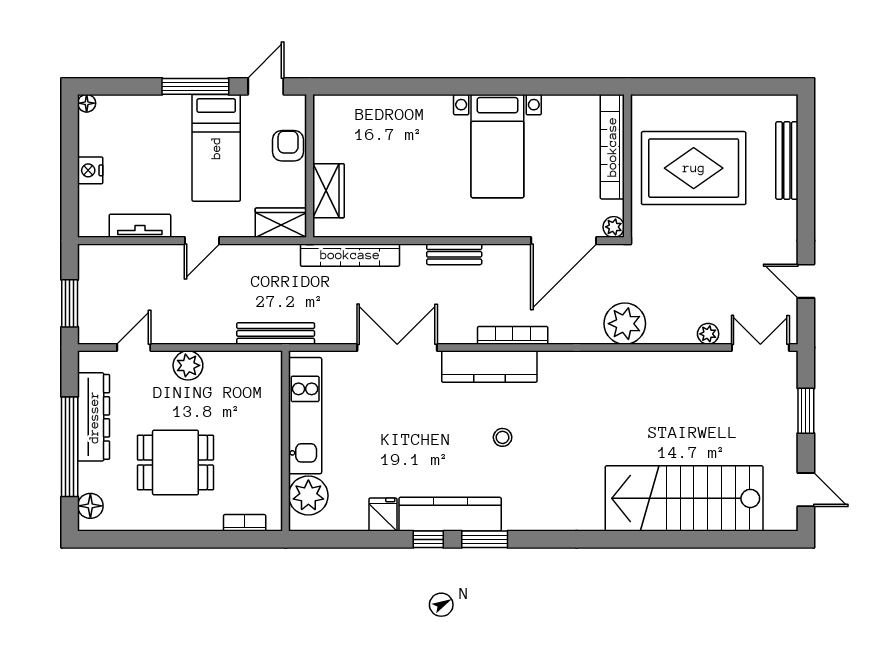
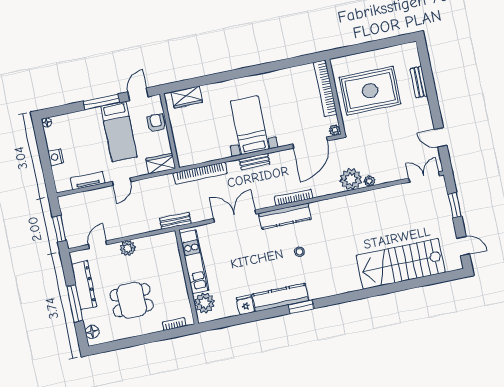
bed with nightstands: (497, 146) -> (250, 125), moved, turned 180
bench: (787, 161) -> (419, 82), width x0.73
wardrobe: (328, 191) -> (187, 97), moved, turned 90
bench: (276, 333) -> (175, 221), width x0.73
plant: (708, 334) -> (369, 181), moved
window: (70, 447) -> (75, 303), width x0.68
window: (428, 539) -> (272, 313), removed

